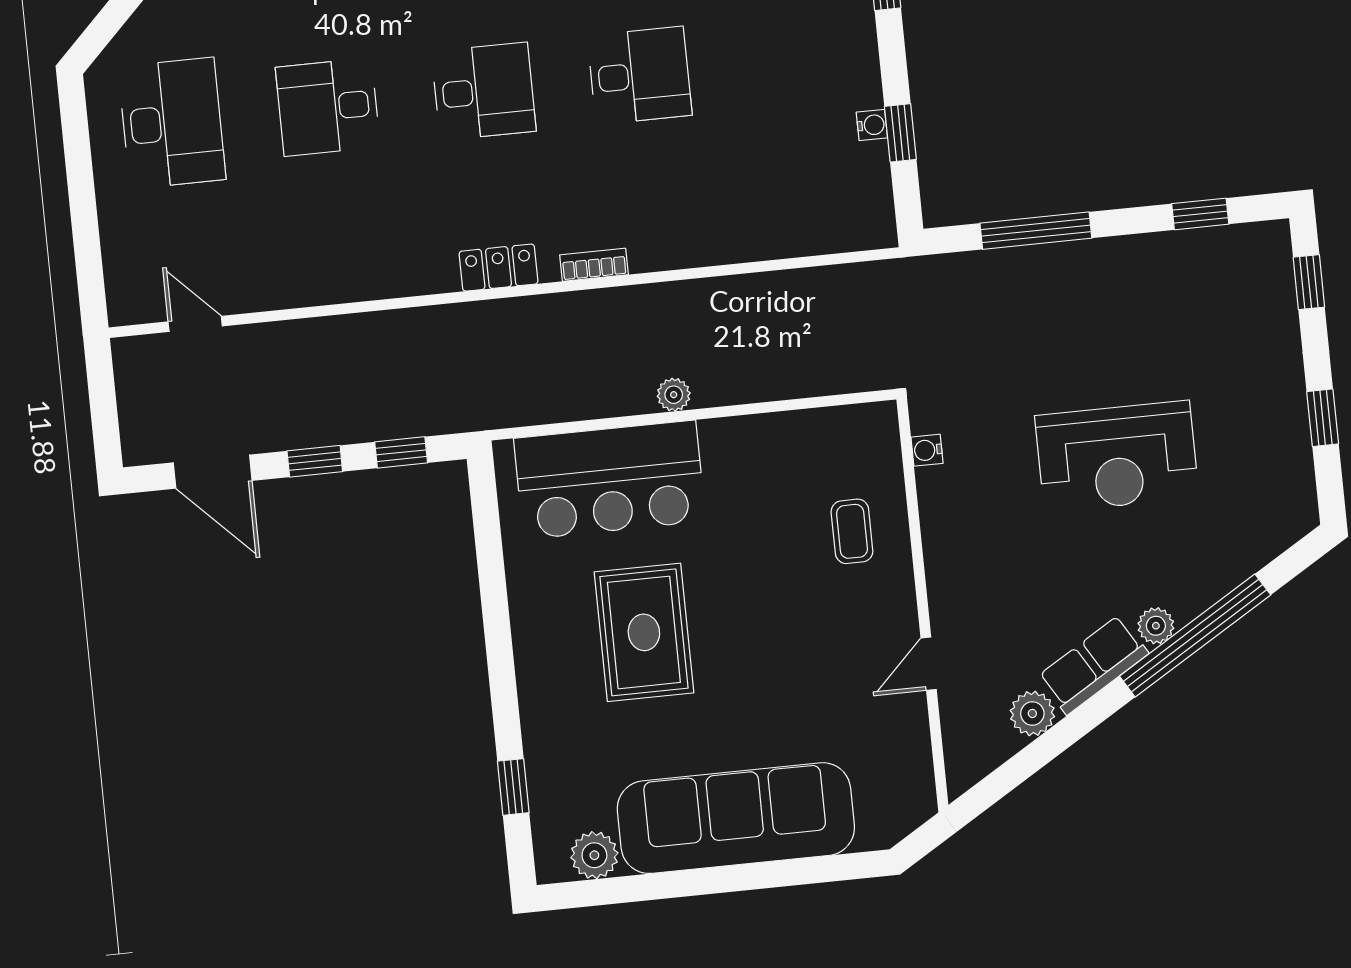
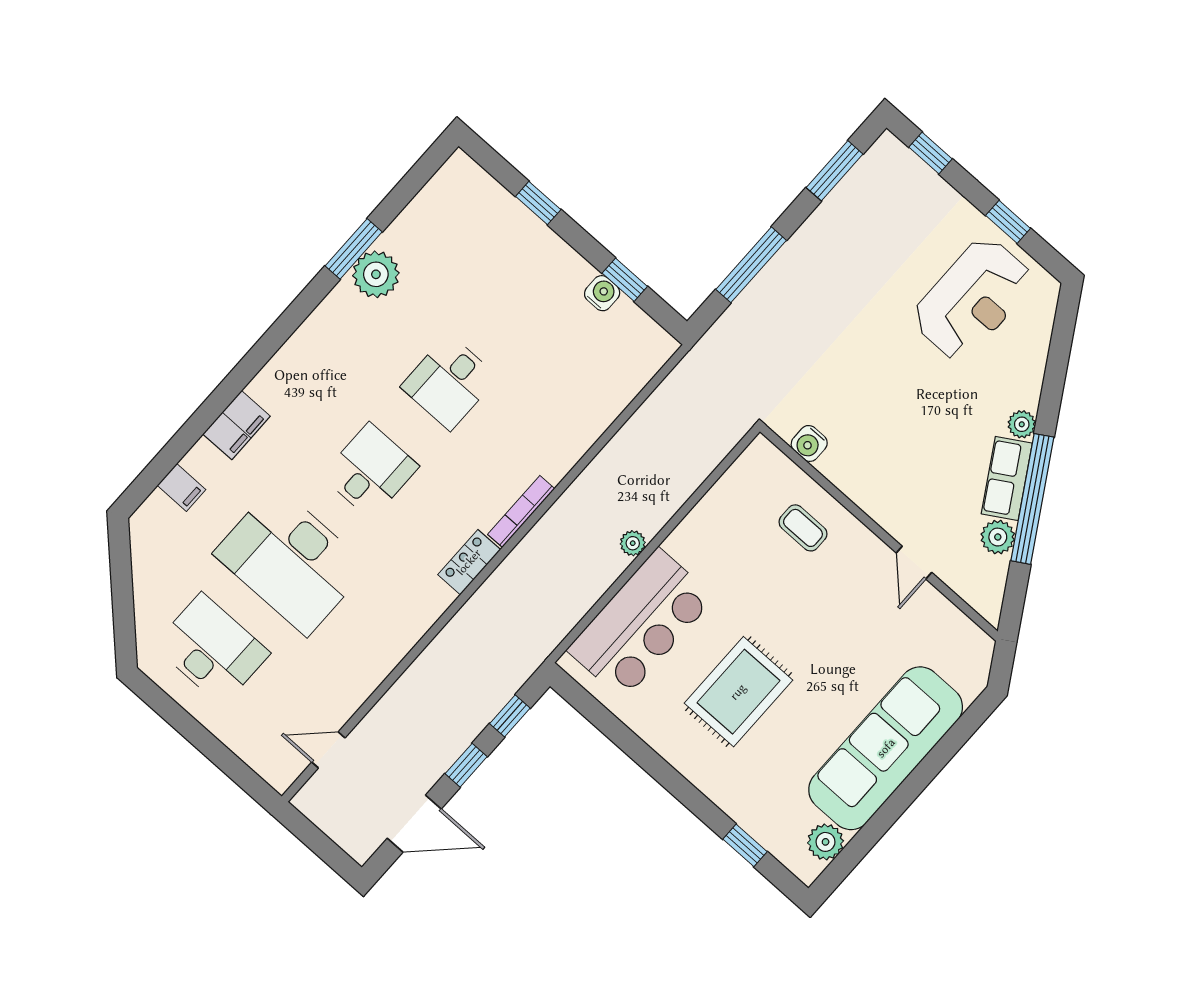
desk: (640, 75) -> (449, 382), turned 180
desk: (328, 107) -> (291, 560), width x1.87, depth x1.30
water cooler: (872, 125) -> (602, 293), width x1.38, depth x1.38
window: (1200, 214) -> (835, 171), width x1.50
bookcase: (594, 265) -> (521, 511), width x1.56
water cooler: (927, 450) -> (809, 443), width x1.38, depth x1.38
reception desk: (1117, 457) -> (973, 299), moved
rug: (644, 632) -> (738, 692), turned 90
window: (1195, 636) -> (1032, 499), moved

